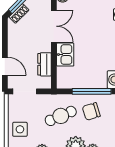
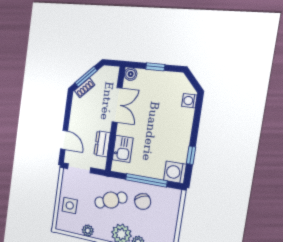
kitchen sink: (65, 55) -> (123, 149), moved
chair: (91, 111) -> (143, 202), turned -98

